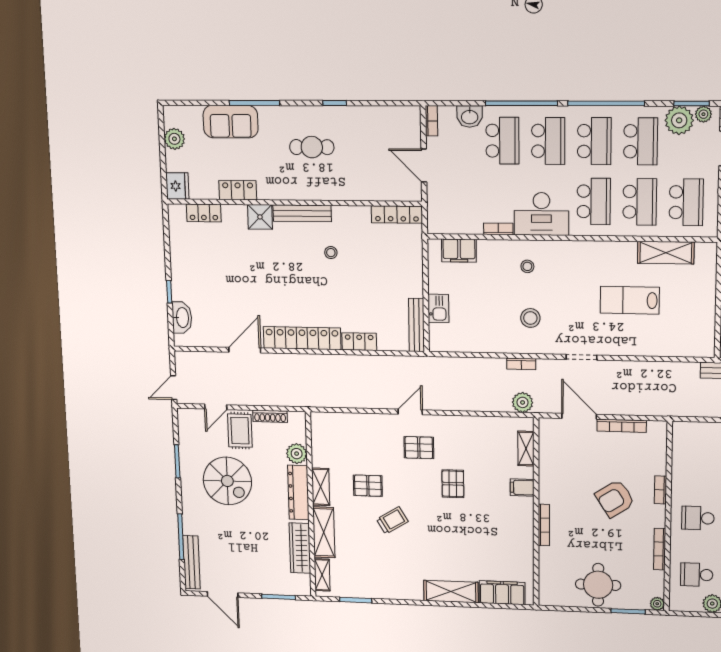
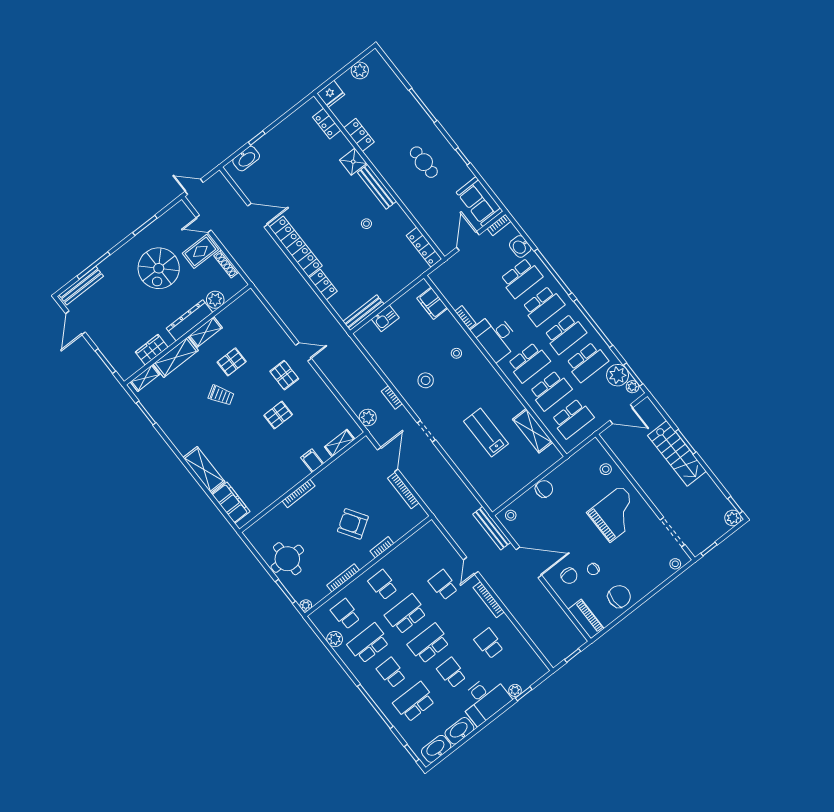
sofa: (231, 122) -> (480, 202), moved
pallet: (368, 486) -> (232, 362), turned 90
wardrobe: (300, 548) -> (152, 350), width x0.67

